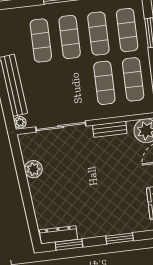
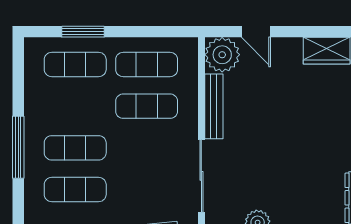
exercise mat: (98, 34) -> (75, 106), removed
bench: (110, 129) -> (214, 106), width x1.36

